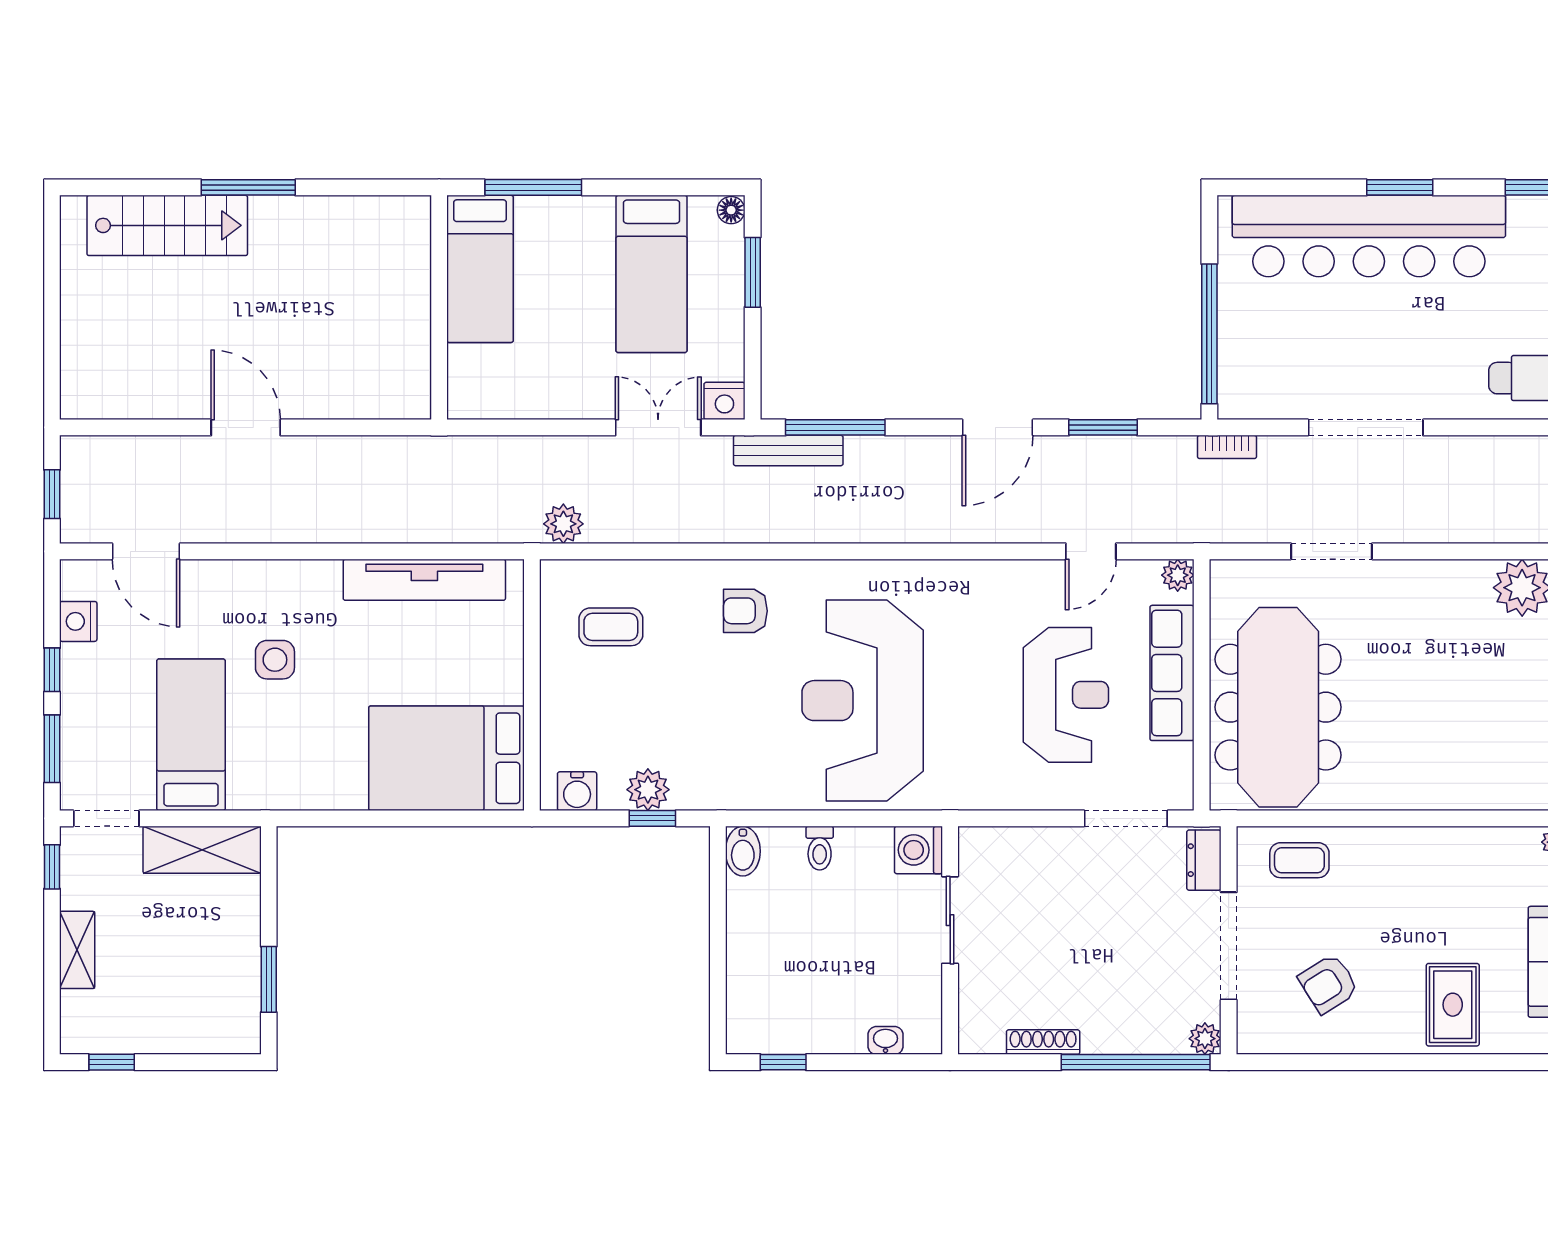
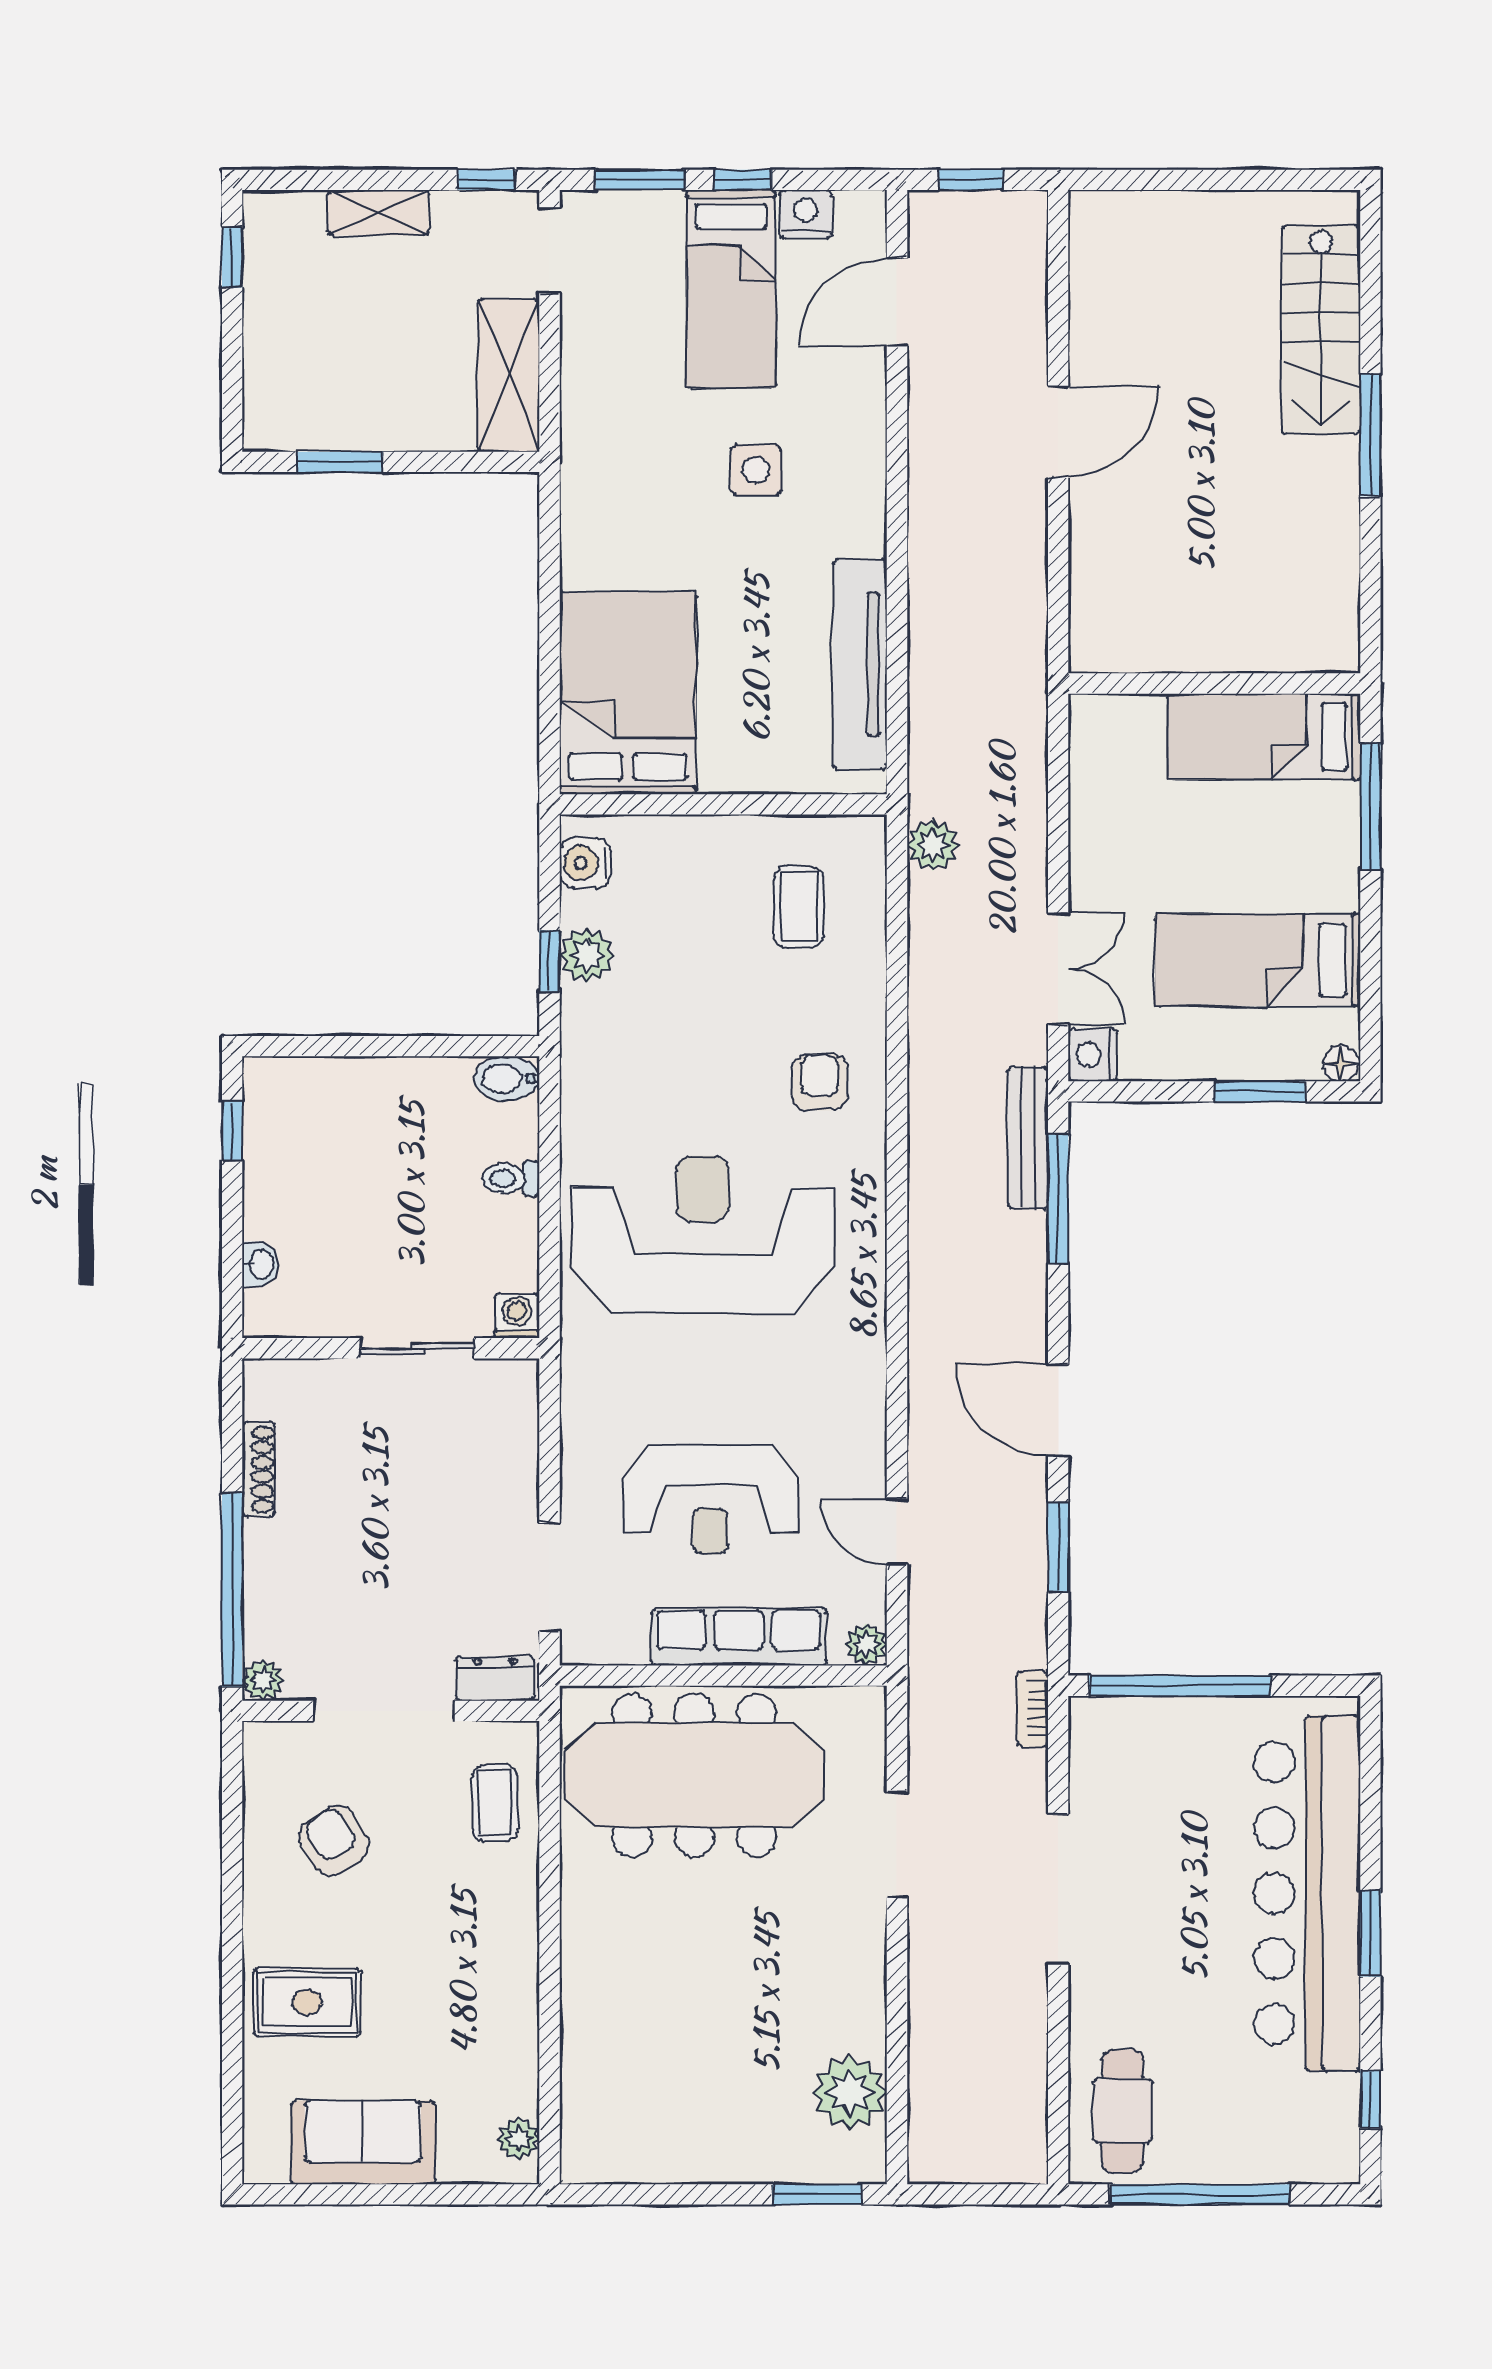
bed: (191, 735) -> (731, 289), moved, turned 90
washing machine: (918, 850) -> (517, 1316), width x0.73, depth x0.73

